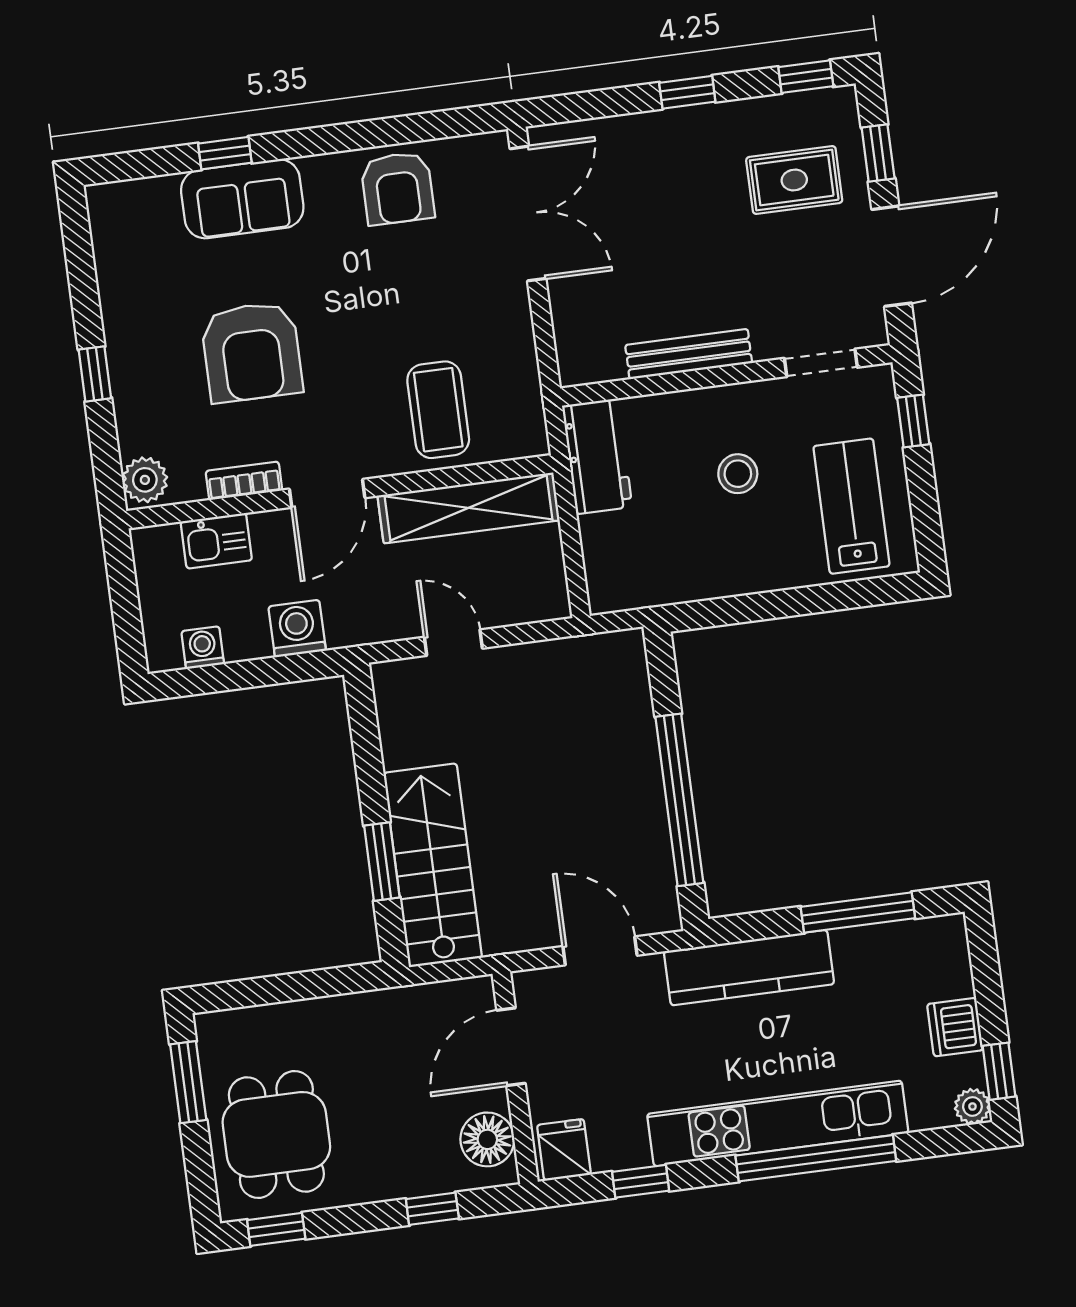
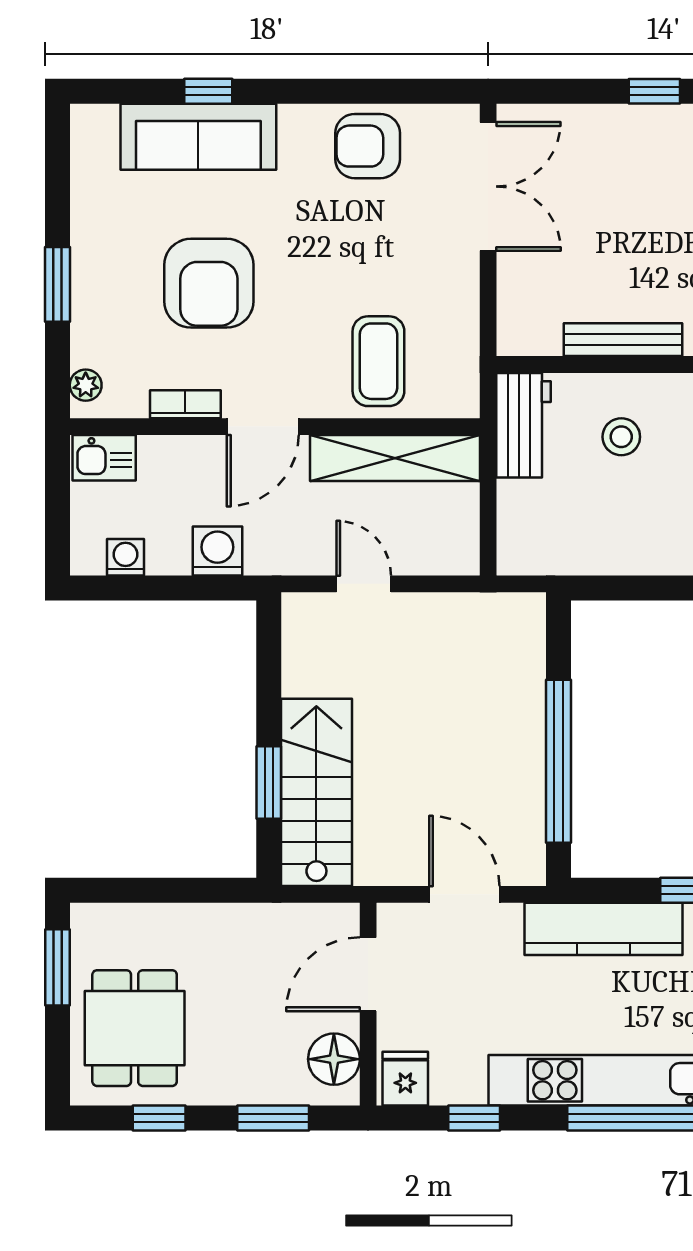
armchair: (397, 188) -> (368, 146), turned 90
sofa: (242, 199) -> (198, 137), width x1.36
window: (95, 374) -> (58, 284), width x1.50
stool: (738, 474) -> (621, 437), moved
plant: (145, 480) -> (86, 385), width x0.73, depth x0.73
kitchen sink: (216, 541) -> (104, 458), moved
window: (432, 1209) -> (273, 1118), width x1.50
window: (276, 1229) -> (159, 1118), moved

